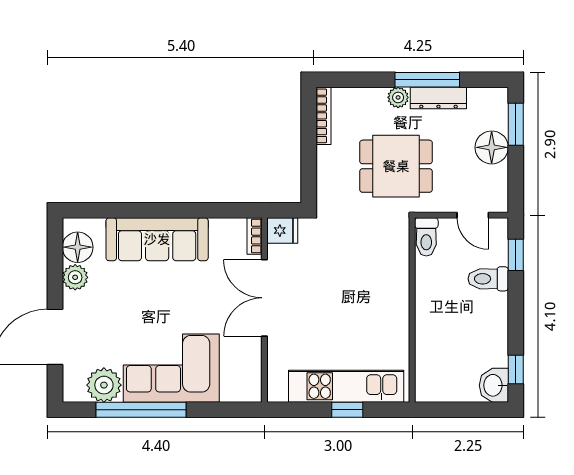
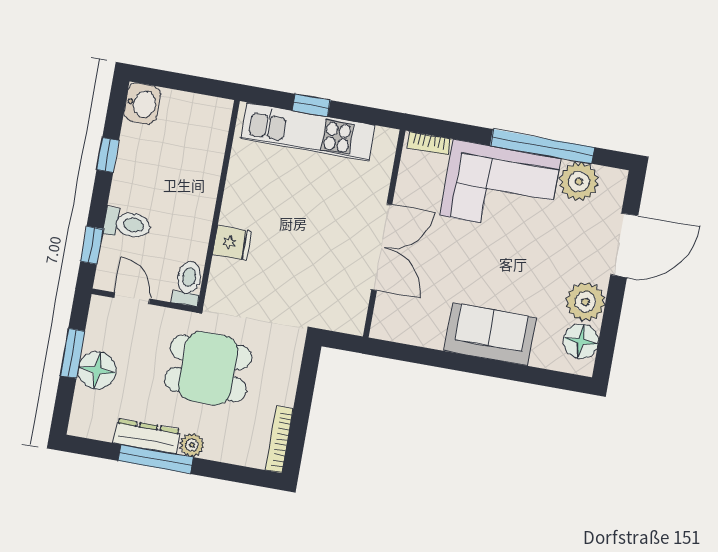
window: (516, 124) -> (72, 353), moved
fridge: (282, 231) -> (232, 243), moved, turned 180
bookcase: (255, 236) -> (429, 143), moved, turned 90
sofa: (157, 239) -> (490, 334), width x0.73
plant: (75, 277) -> (585, 302), width x1.36, depth x1.36
window: (516, 369) -> (108, 155), moved

